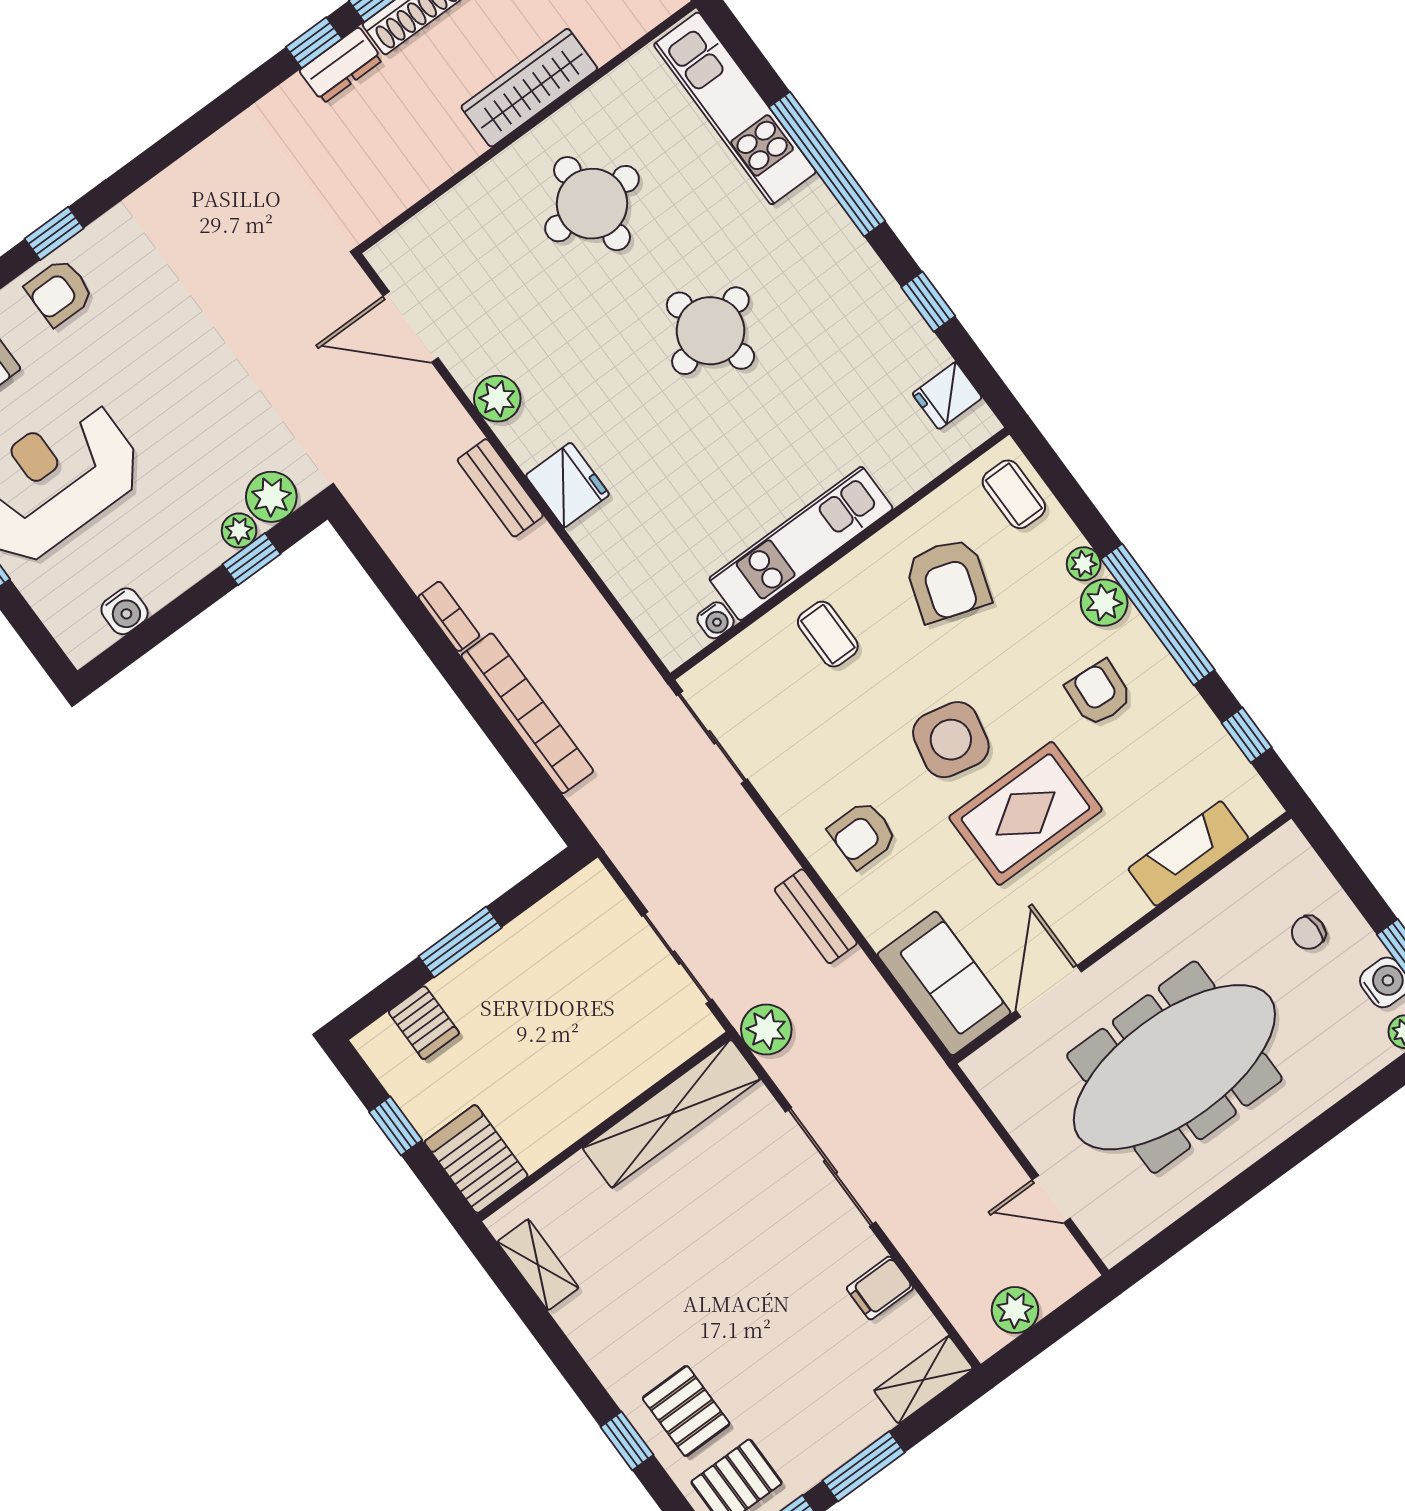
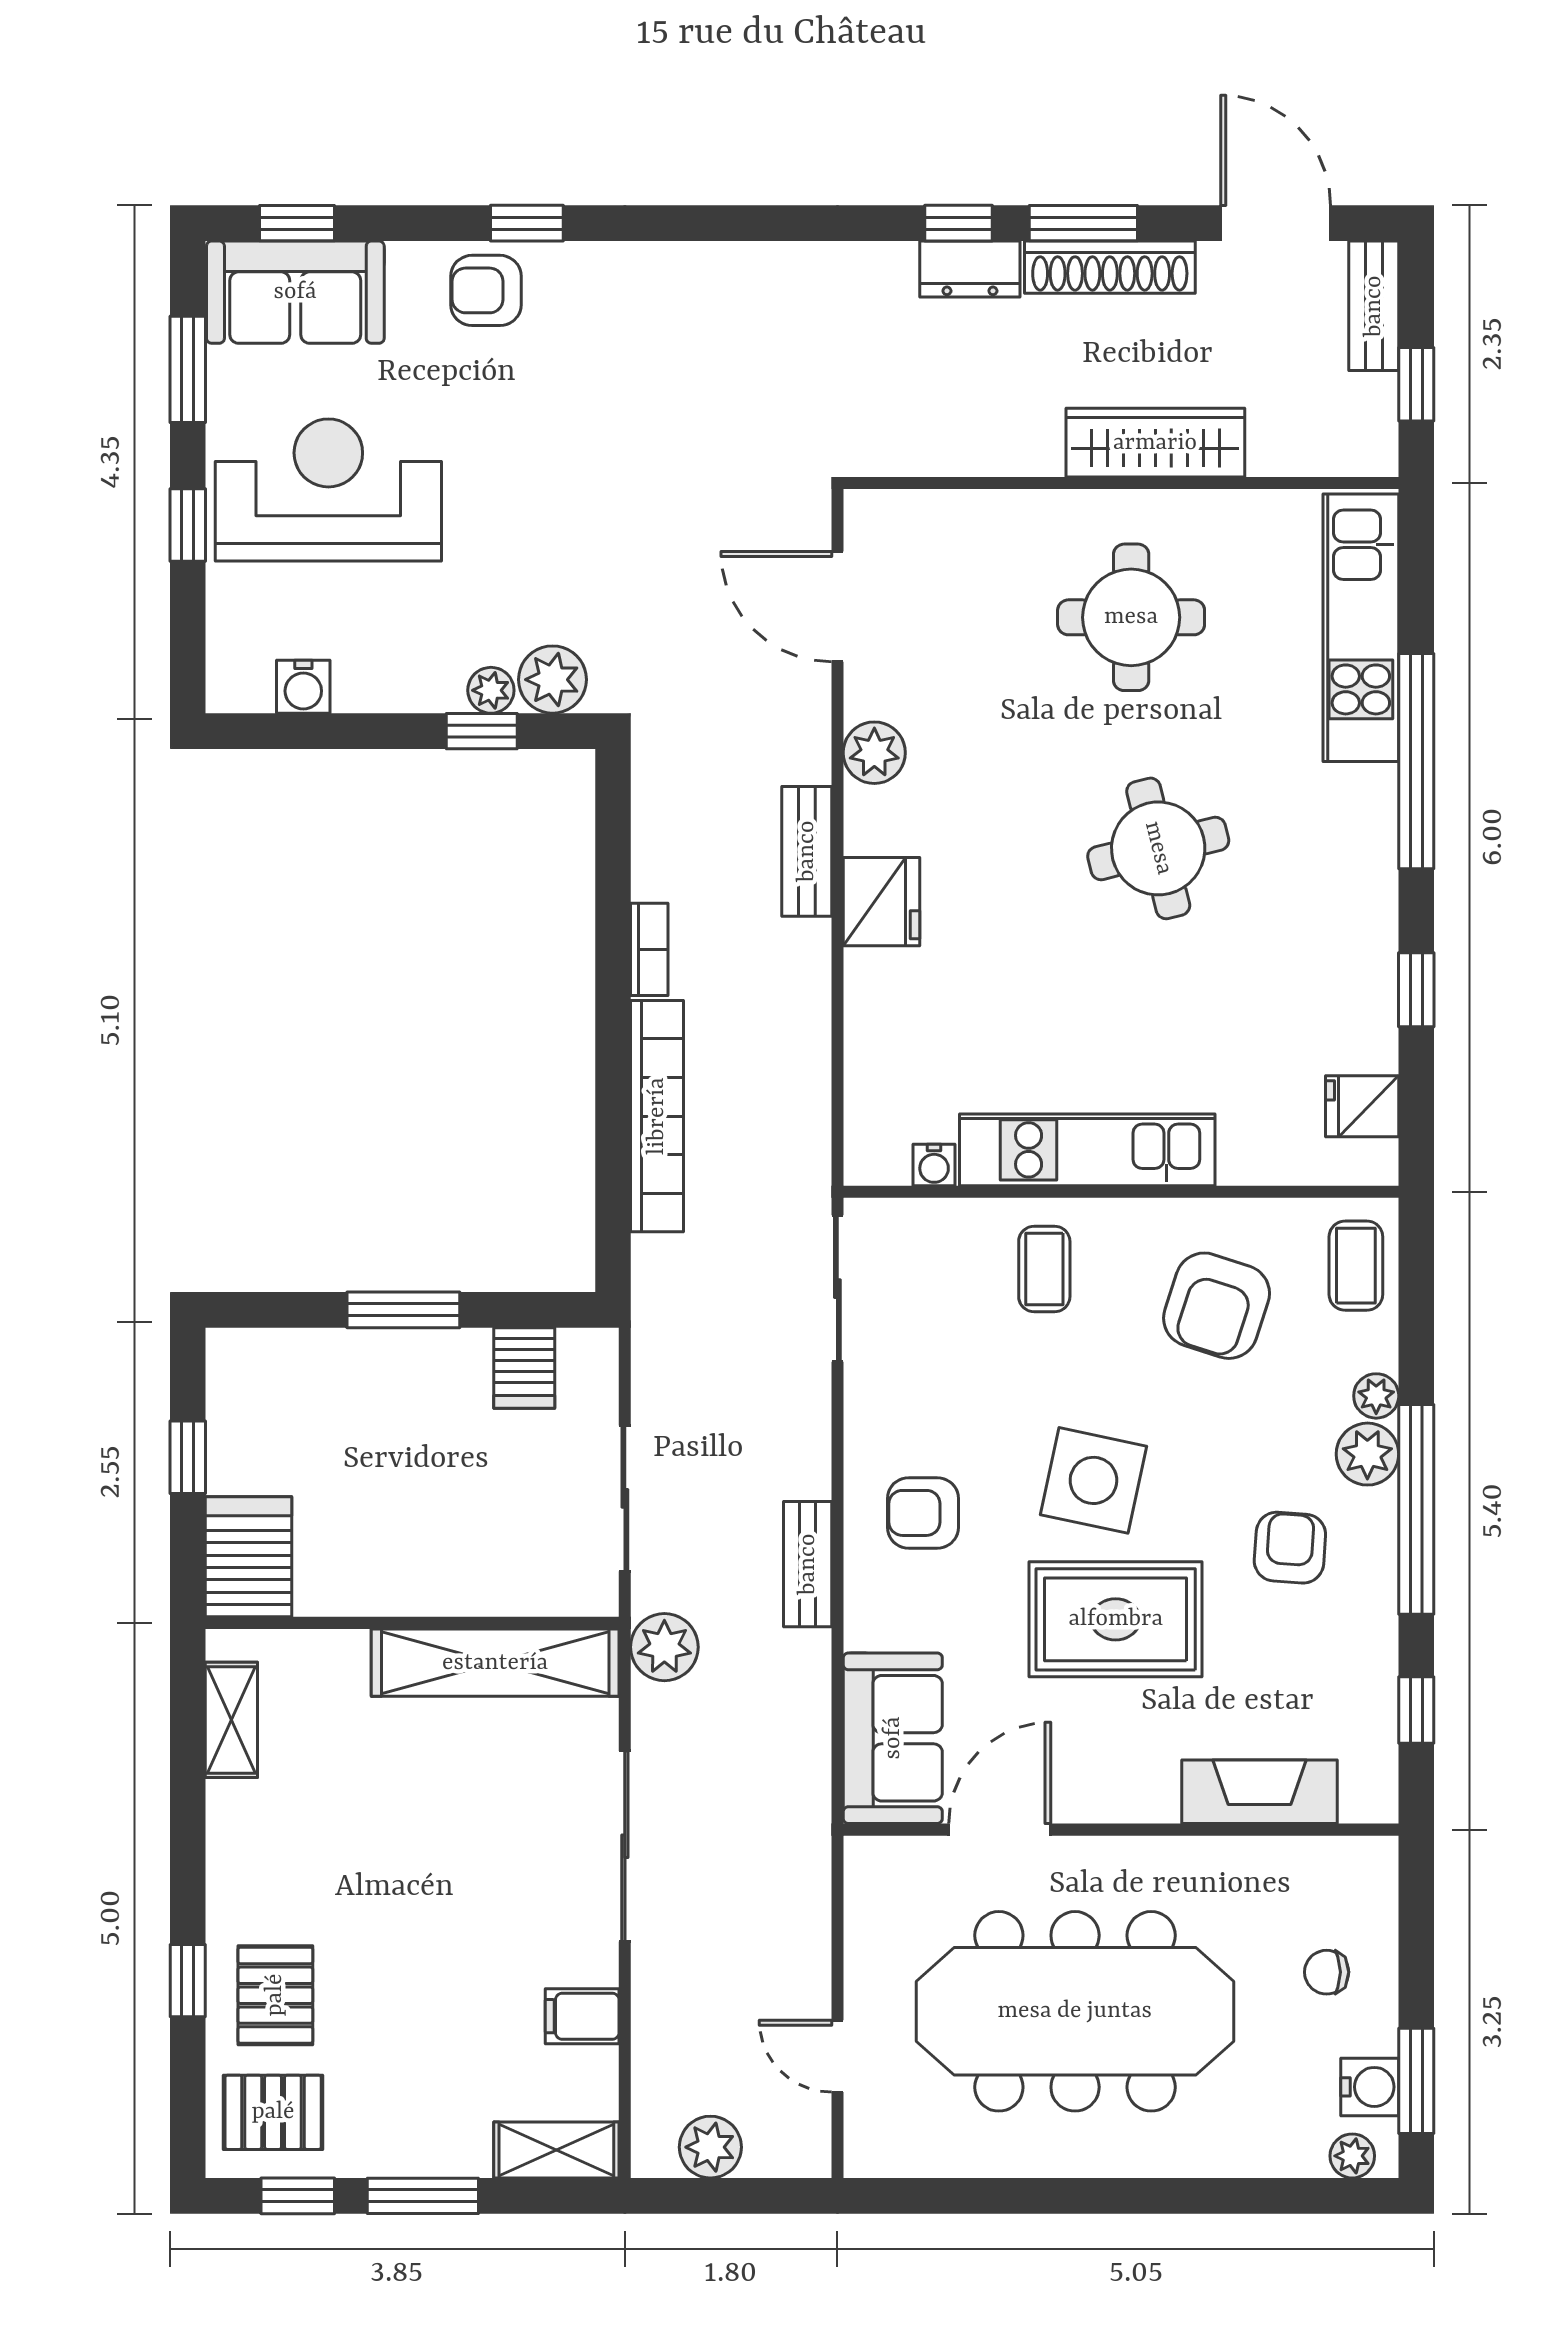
server rack: (424, 1023) -> (524, 1368), moved

